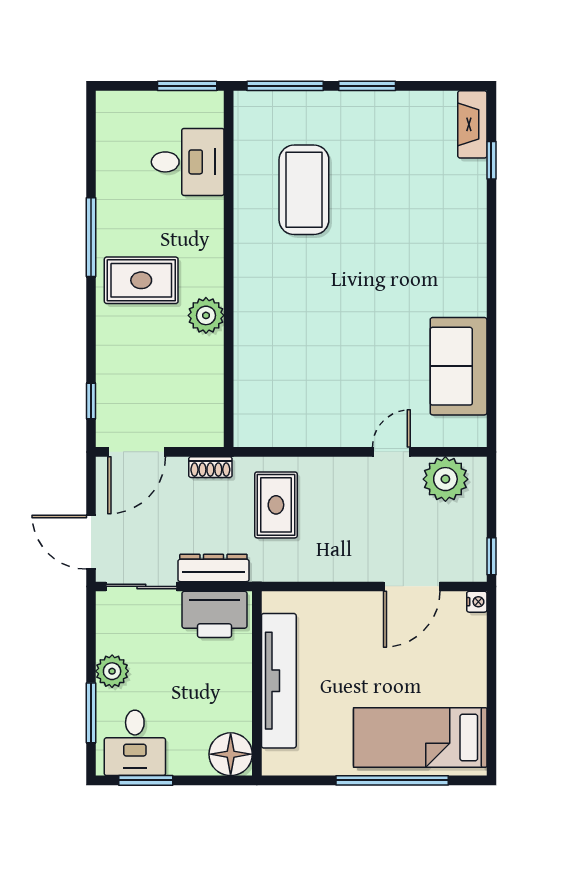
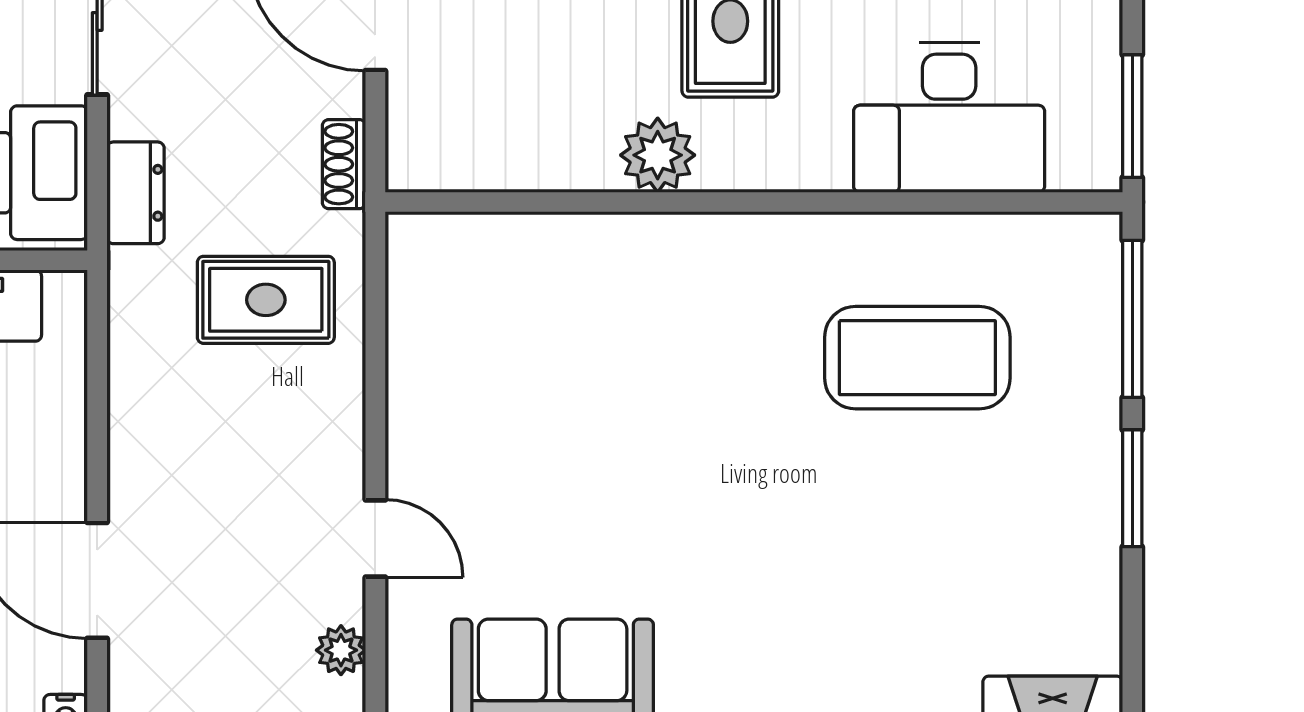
desk: (188, 162) -> (949, 117), width x1.37
plant: (445, 479) -> (341, 650), width x0.53, depth x0.53
dresser: (213, 568) -> (135, 193), width x0.70

